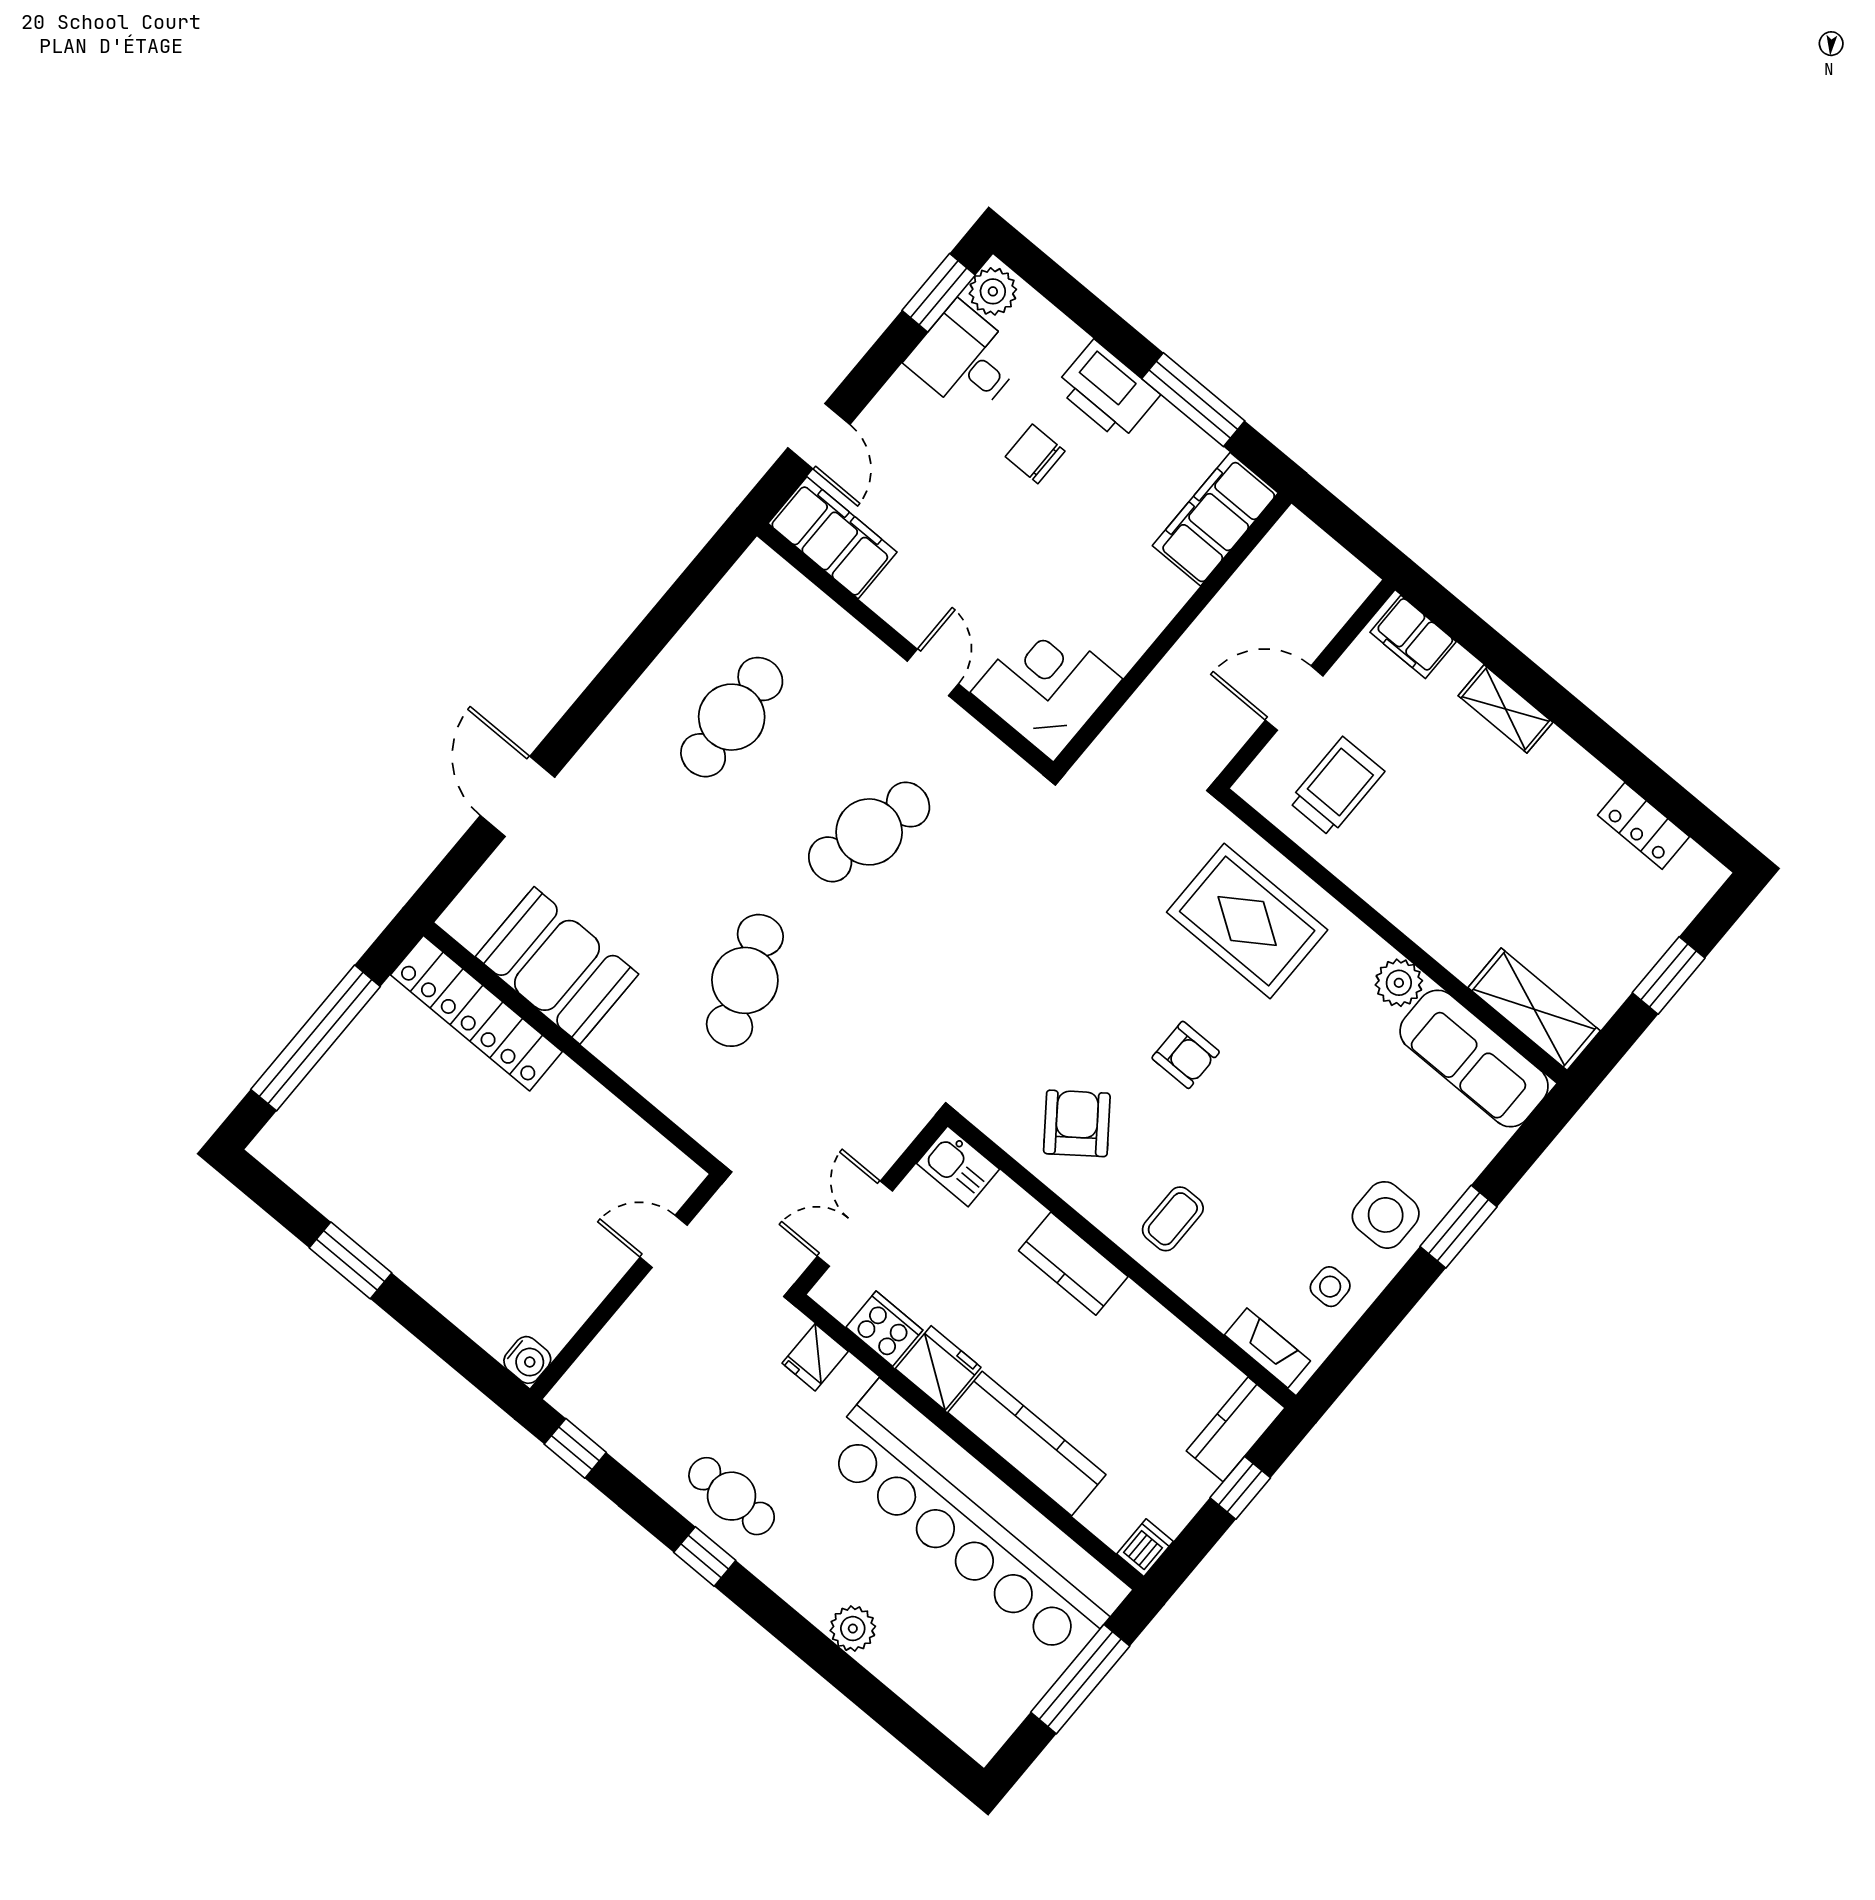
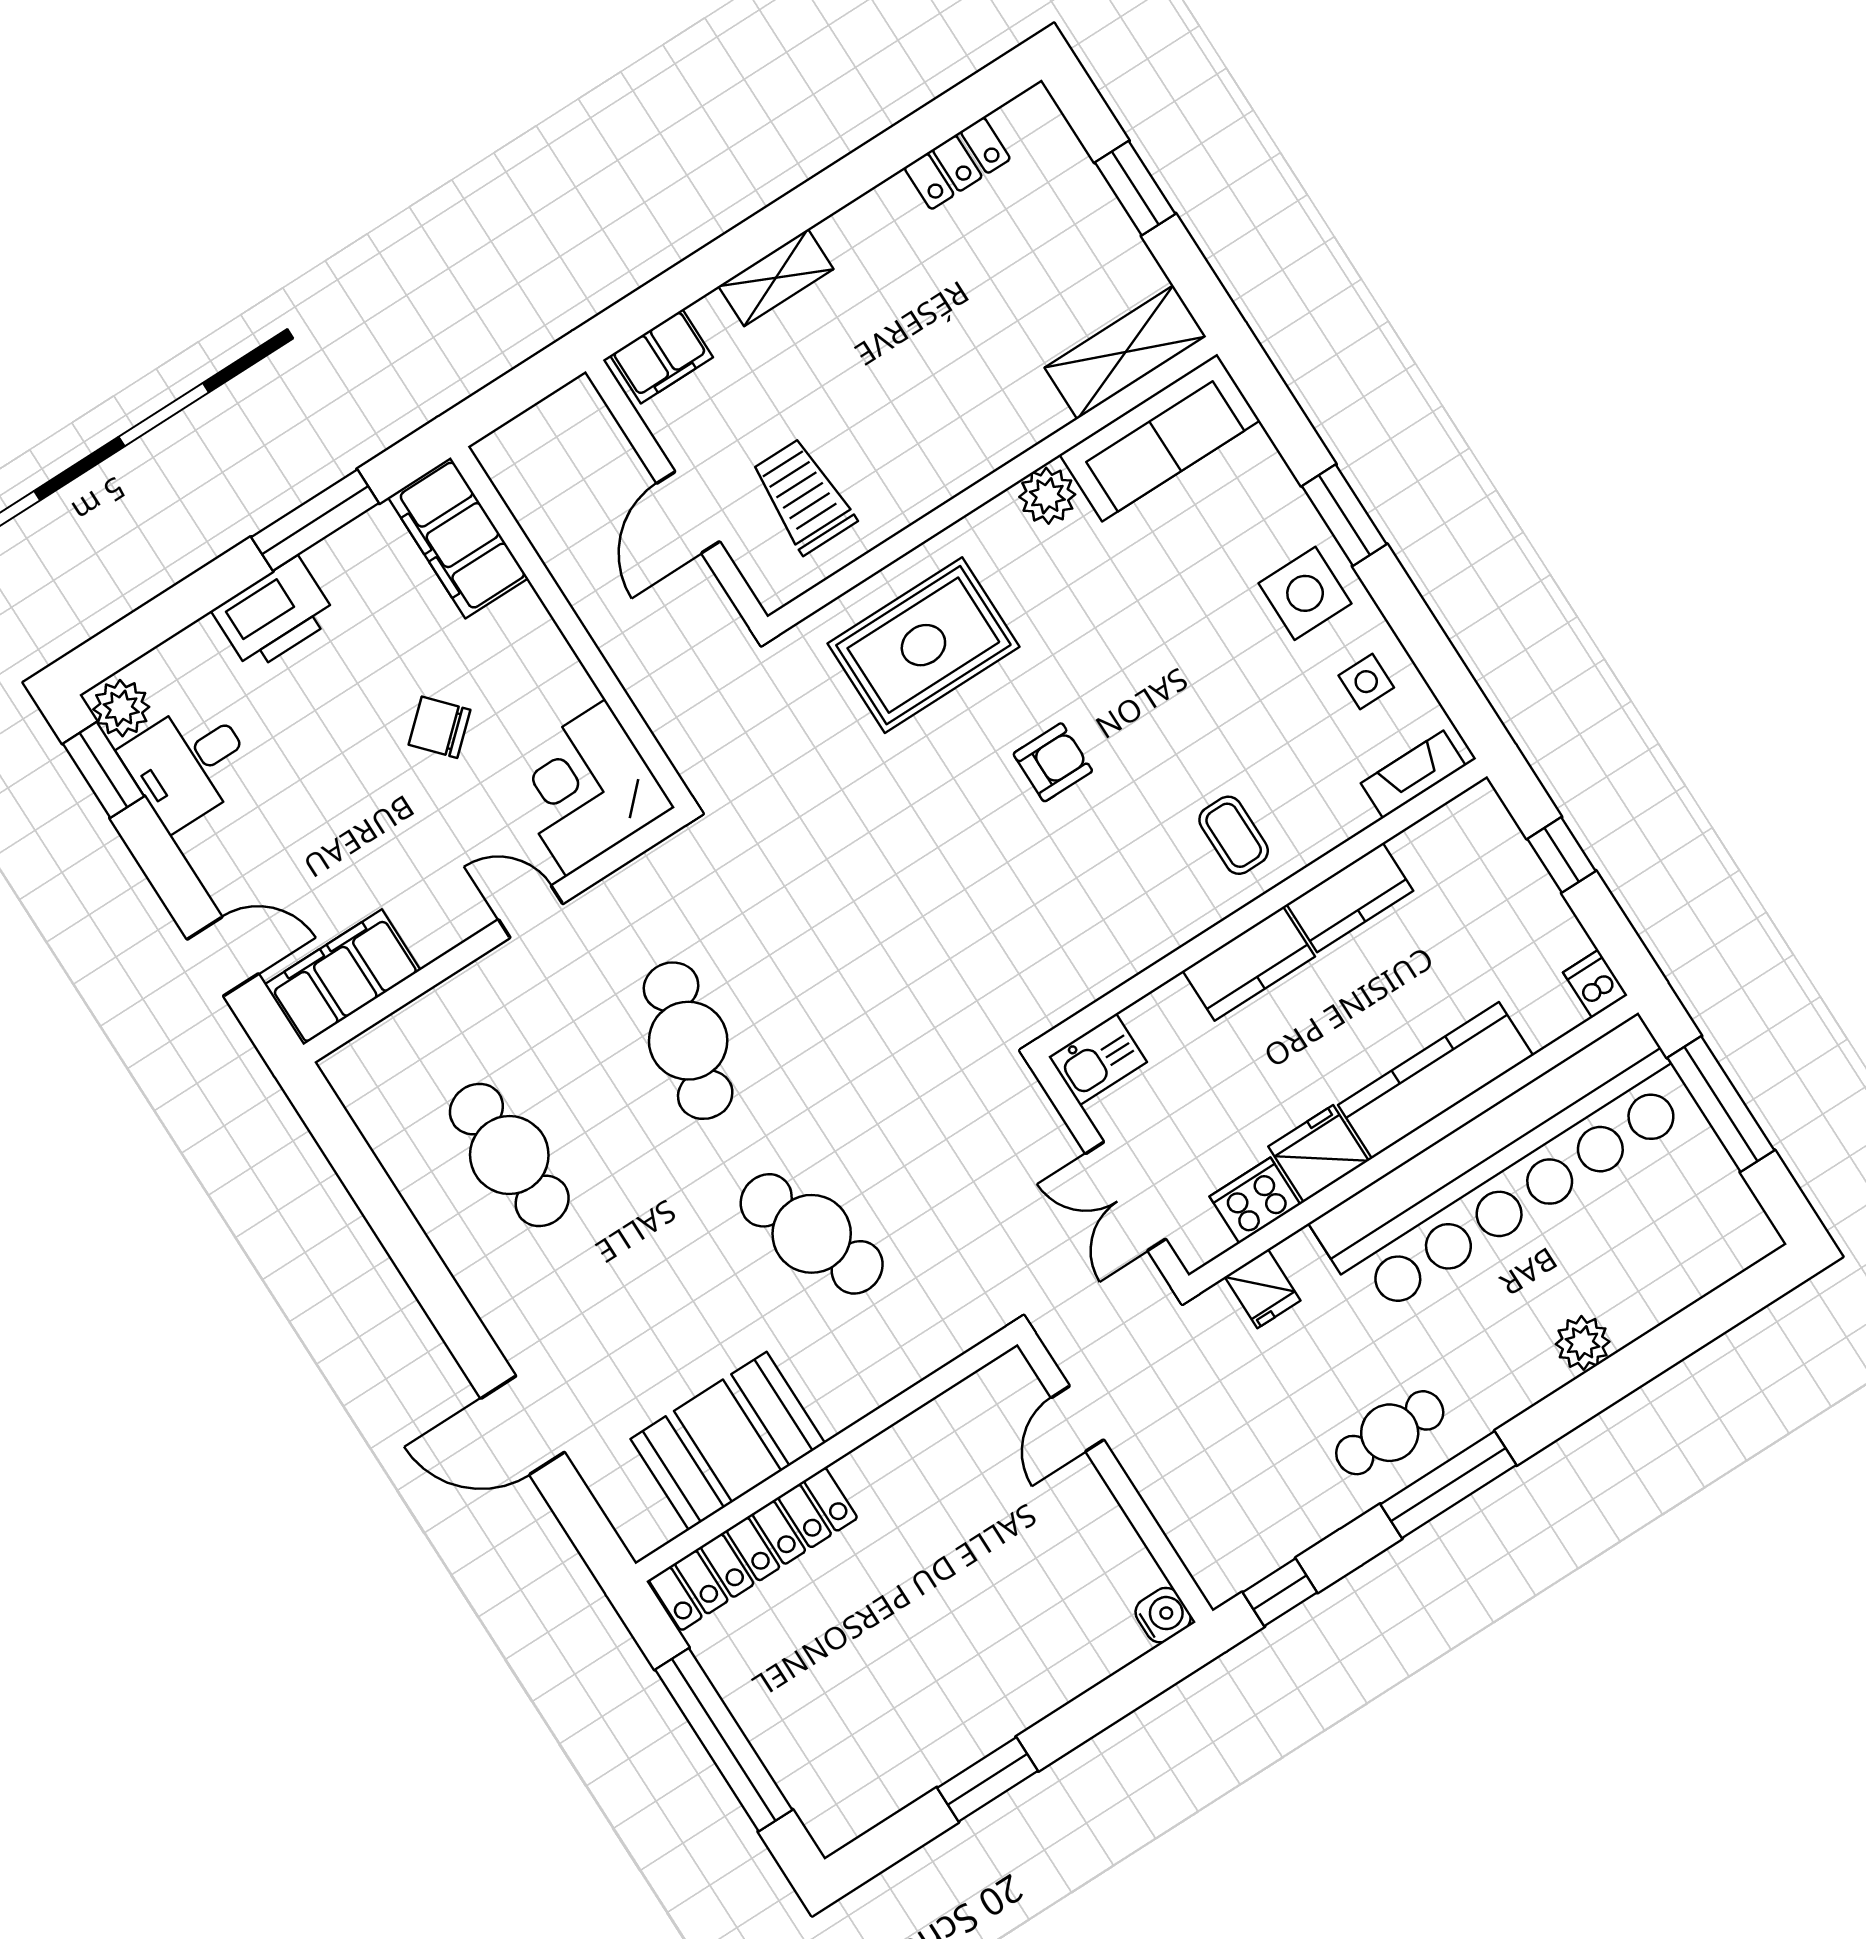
chair: (1035, 454) -> (439, 727), moved, turned 48
armchair: (1077, 1123) -> (1091, 910), removed
kitchen counter: (1236, 1429) -> (1350, 897), moved, turned -90
window: (705, 1556) -> (1448, 1485), width x2.17

